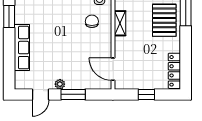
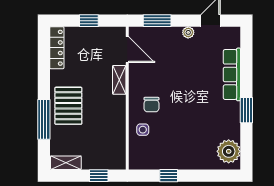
shelving: (120, 23) -> (119, 80), moved
window: (73, 94) -> (157, 21), moved

